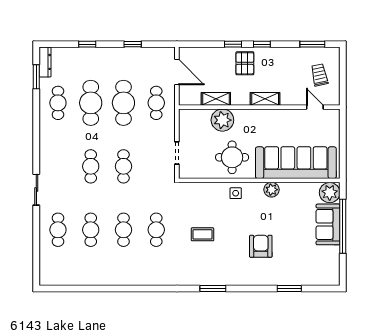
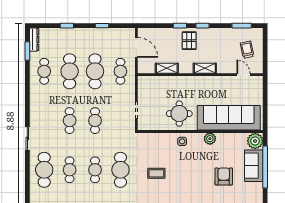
plant: (222, 120) -> (172, 85), removed
cafe table: (58, 230) -> (44, 170), width x1.37, depth x1.35
cafe table: (156, 230) -> (120, 170), width x1.37, depth x1.35
armchair: (261, 246) -> (224, 176), moved

